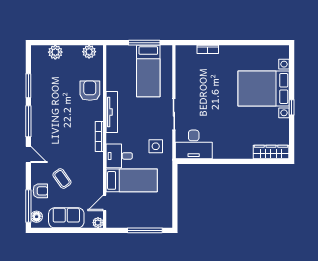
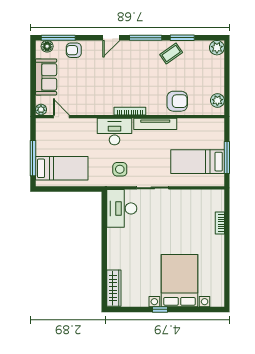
plant: (55, 52) -> (217, 48), moved
desk: (119, 156) -> (114, 132), width x1.37
coffee table: (62, 178) -> (171, 53), moved
bed: (132, 180) -> (62, 168), moved, turned -90
armchair: (40, 191) -> (74, 50), turned 90

